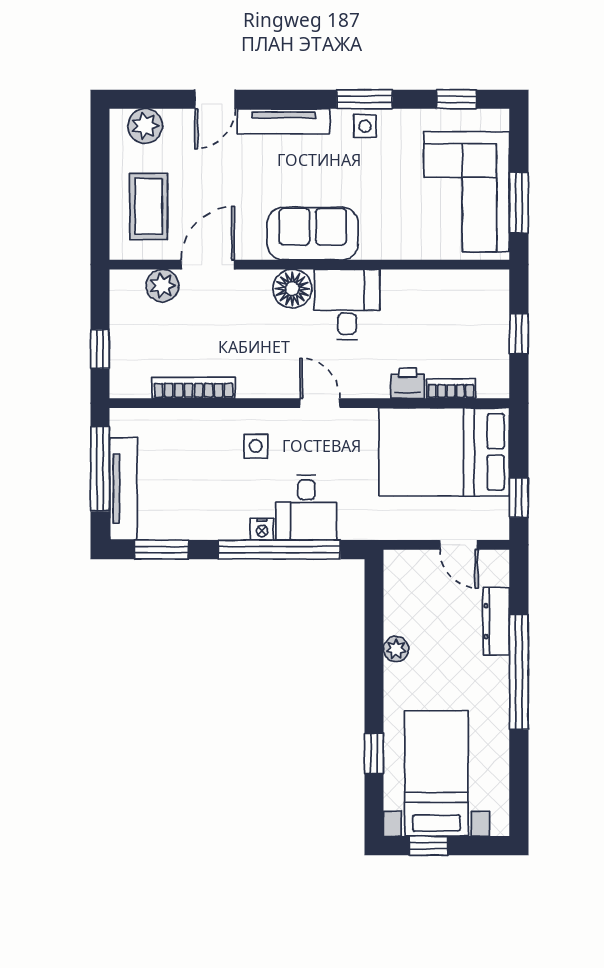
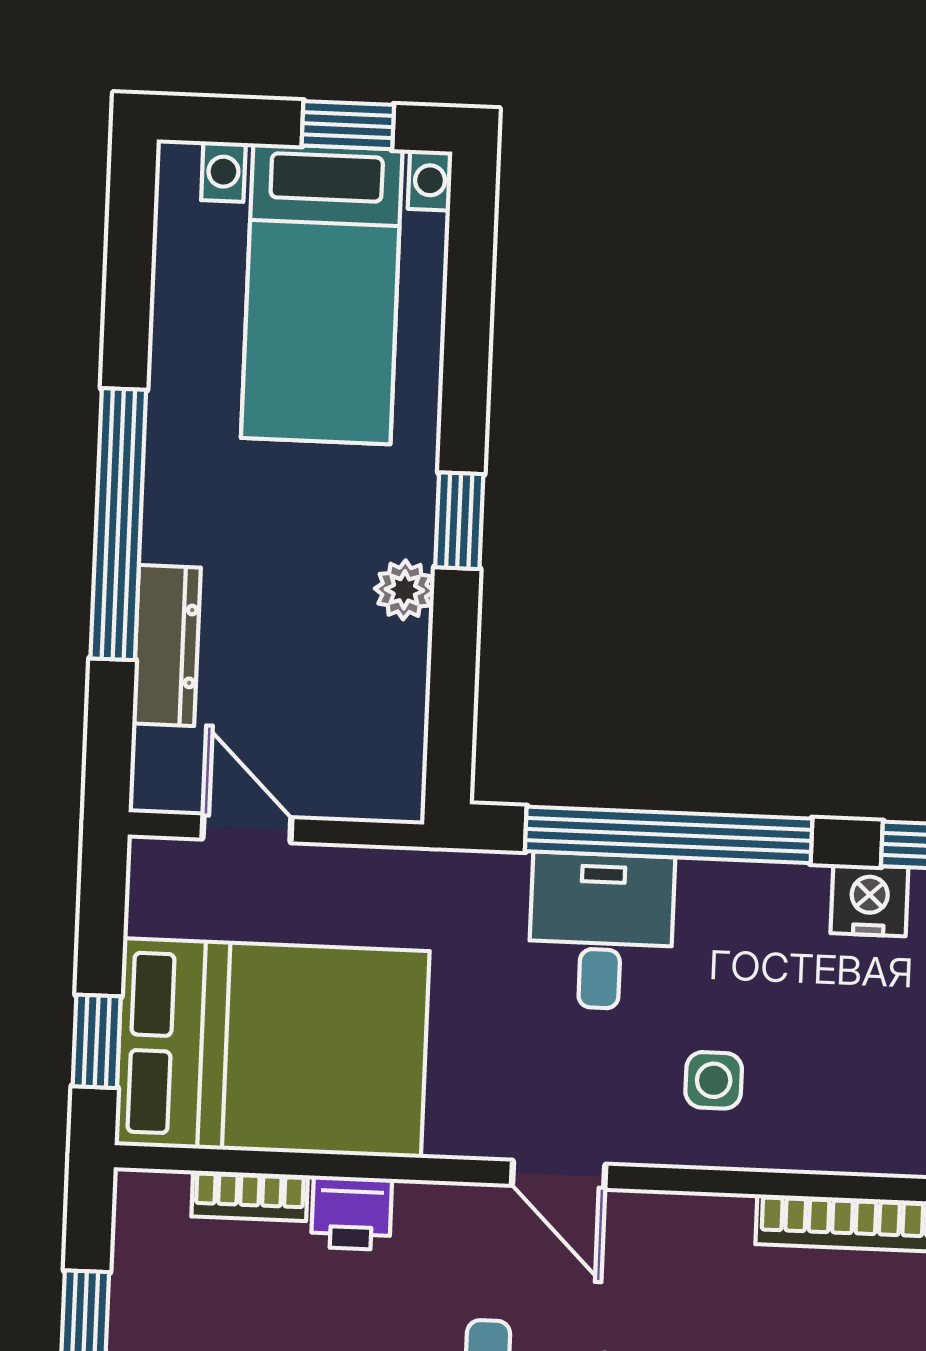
window: (519, 498) -> (97, 1041), moved
nightstand: (262, 529) -> (869, 900), moved, width x1.39, depth x1.35
window: (374, 754) -> (459, 521), moved

